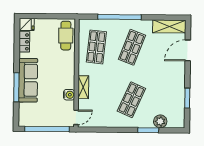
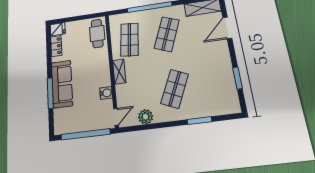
shelving: (83, 87) -> (119, 72), moved
plant: (160, 121) -> (146, 117), moved

